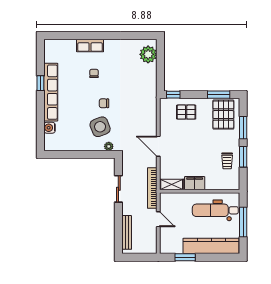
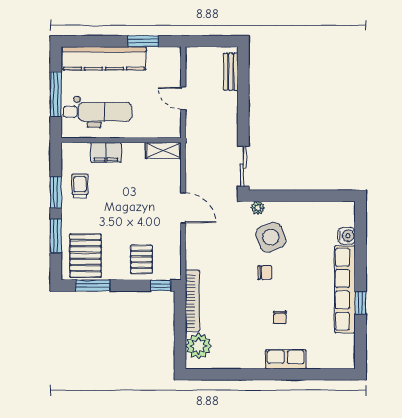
pallet: (186, 112) -> (141, 259), turned 90
filing cabinet: (195, 183) -> (106, 152), moved
bookcase: (152, 188) -> (192, 301), moved
sliding door: (118, 189) -> (243, 166), moved
bench: (127, 232) -> (231, 72), width x0.73

